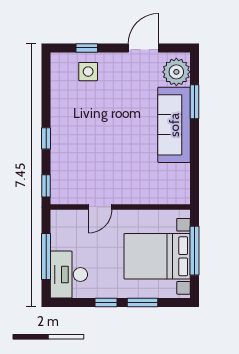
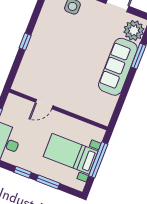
window: (46, 186) -> (12, 75), removed
bed with nightstands: (157, 256) -> (71, 154), width x0.73

